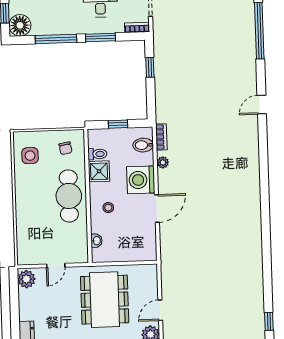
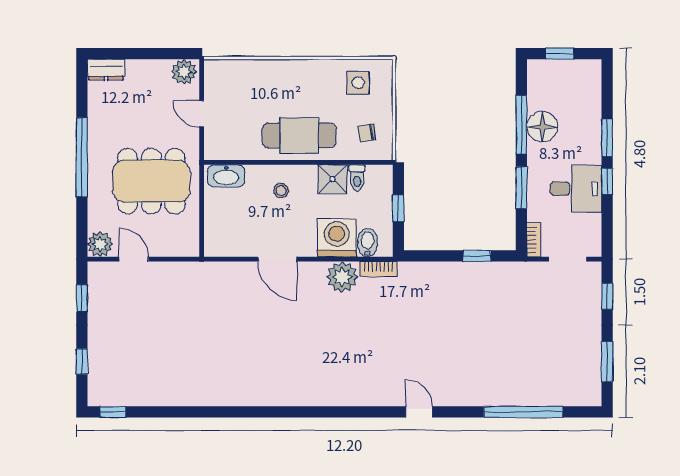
floor lamp: (20, 25) -> (542, 127), moved
plant: (163, 162) -> (342, 277), width x1.87, depth x1.87
washing machine: (141, 180) -> (337, 238), moved
washbasin: (96, 241) -> (226, 176), width x1.91, depth x1.45

